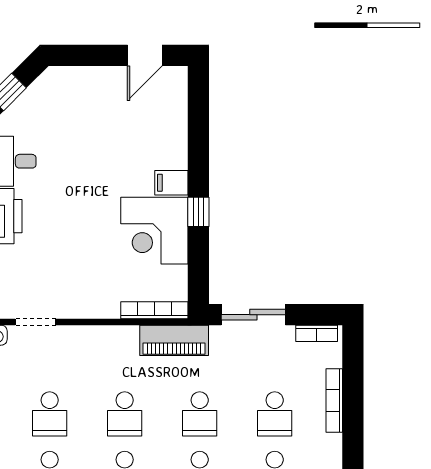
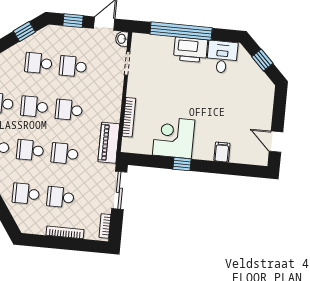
filing cabinet: (171, 183) -> (222, 152), moved
bookcase: (154, 310) -> (129, 117), moved

